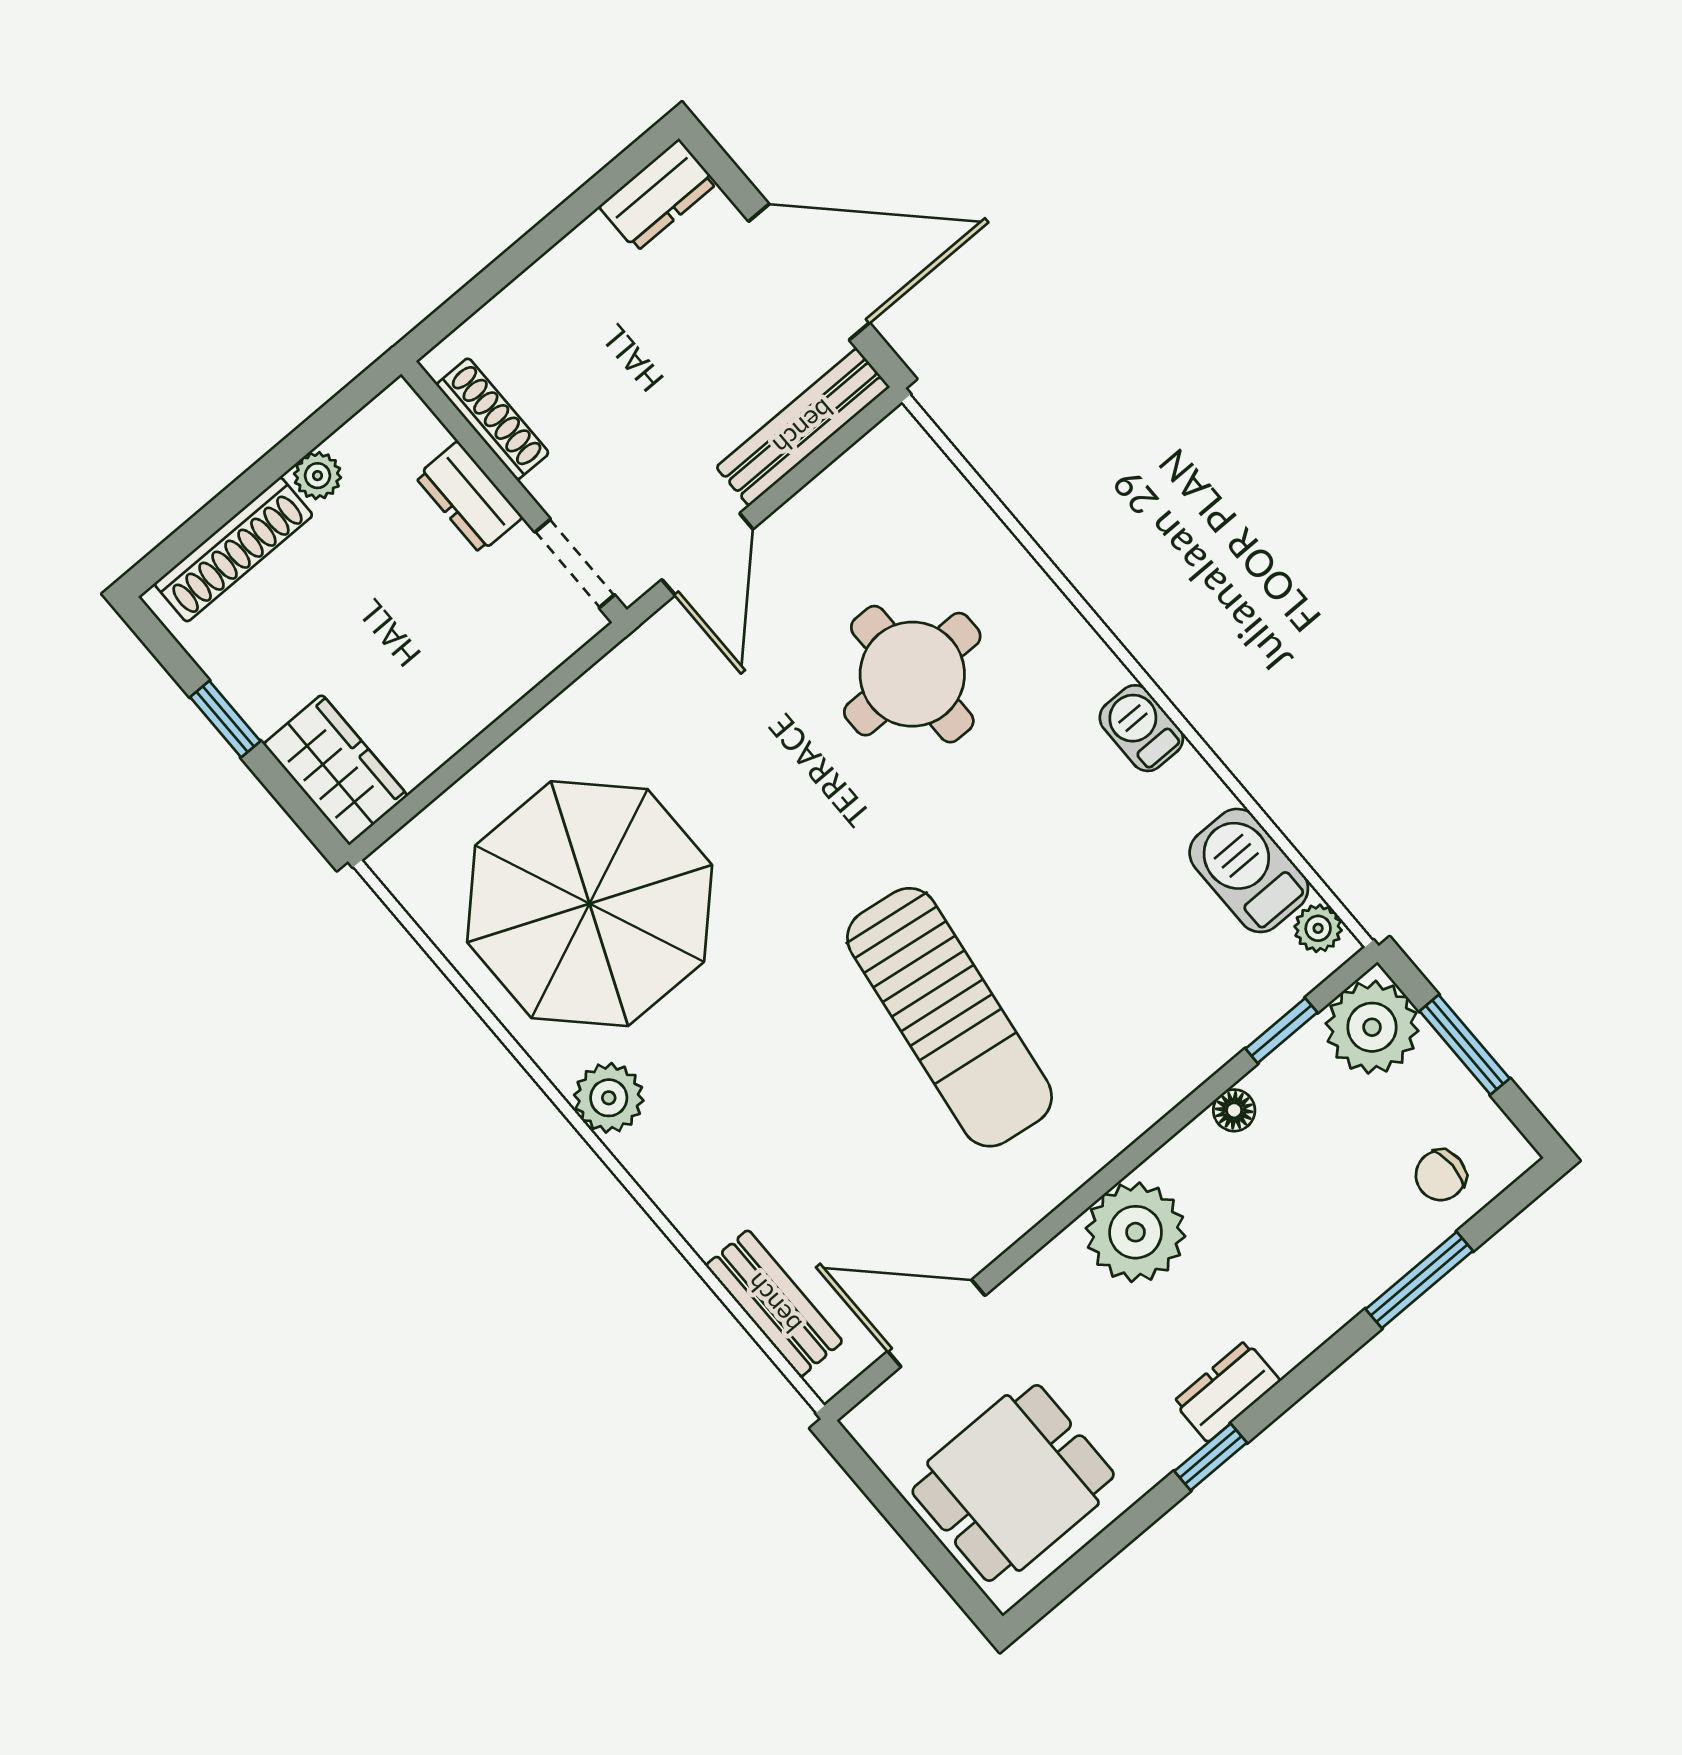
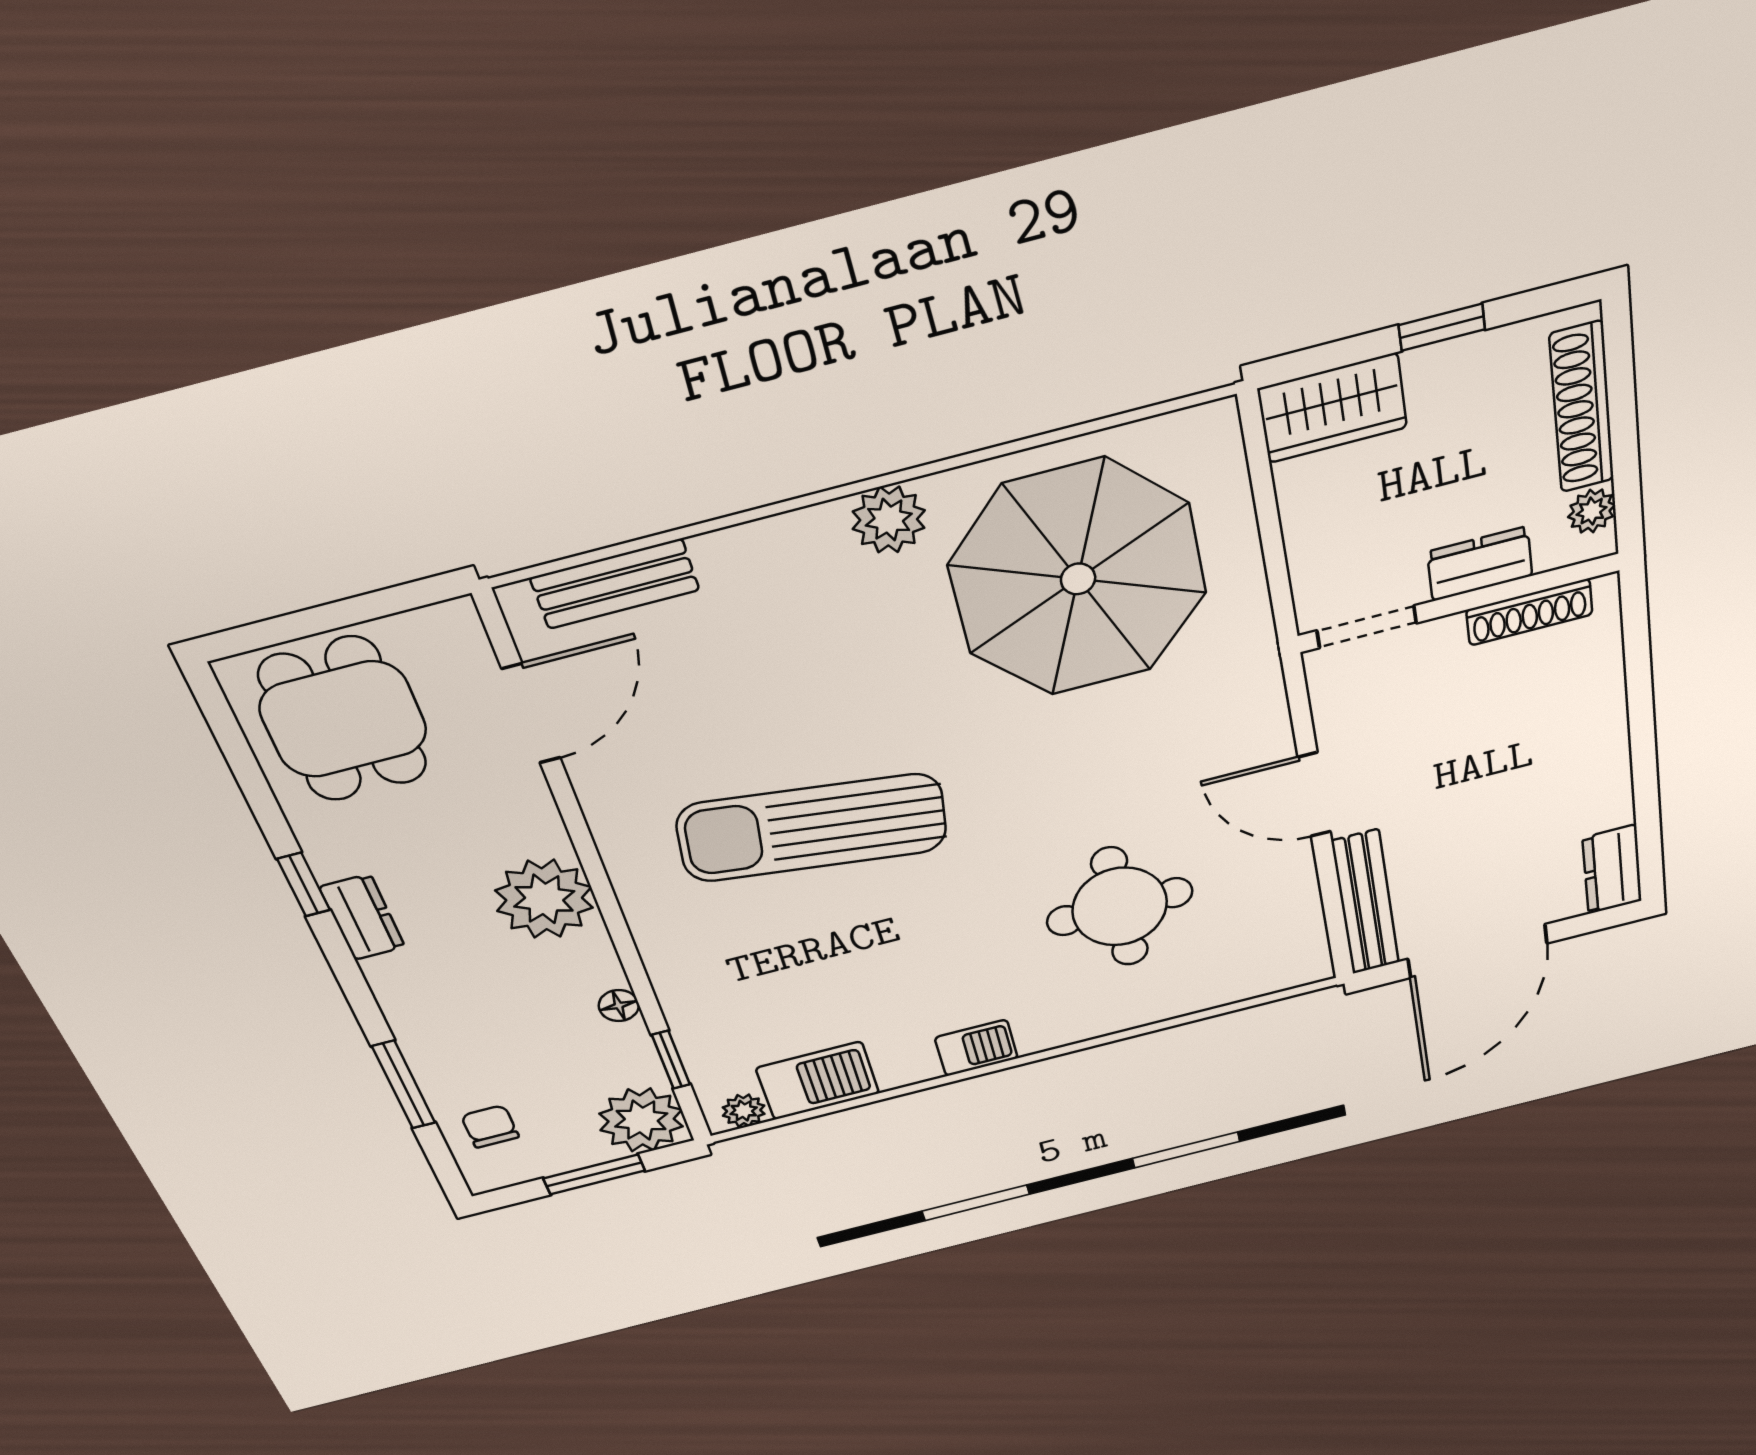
shoe rack: (493, 419) -> (1529, 612), moved
wall: (514, 492) -> (1459, 603), moved
dresser: (469, 497) -> (1480, 564), moved
doorway: (575, 563) -> (1367, 627), moved

